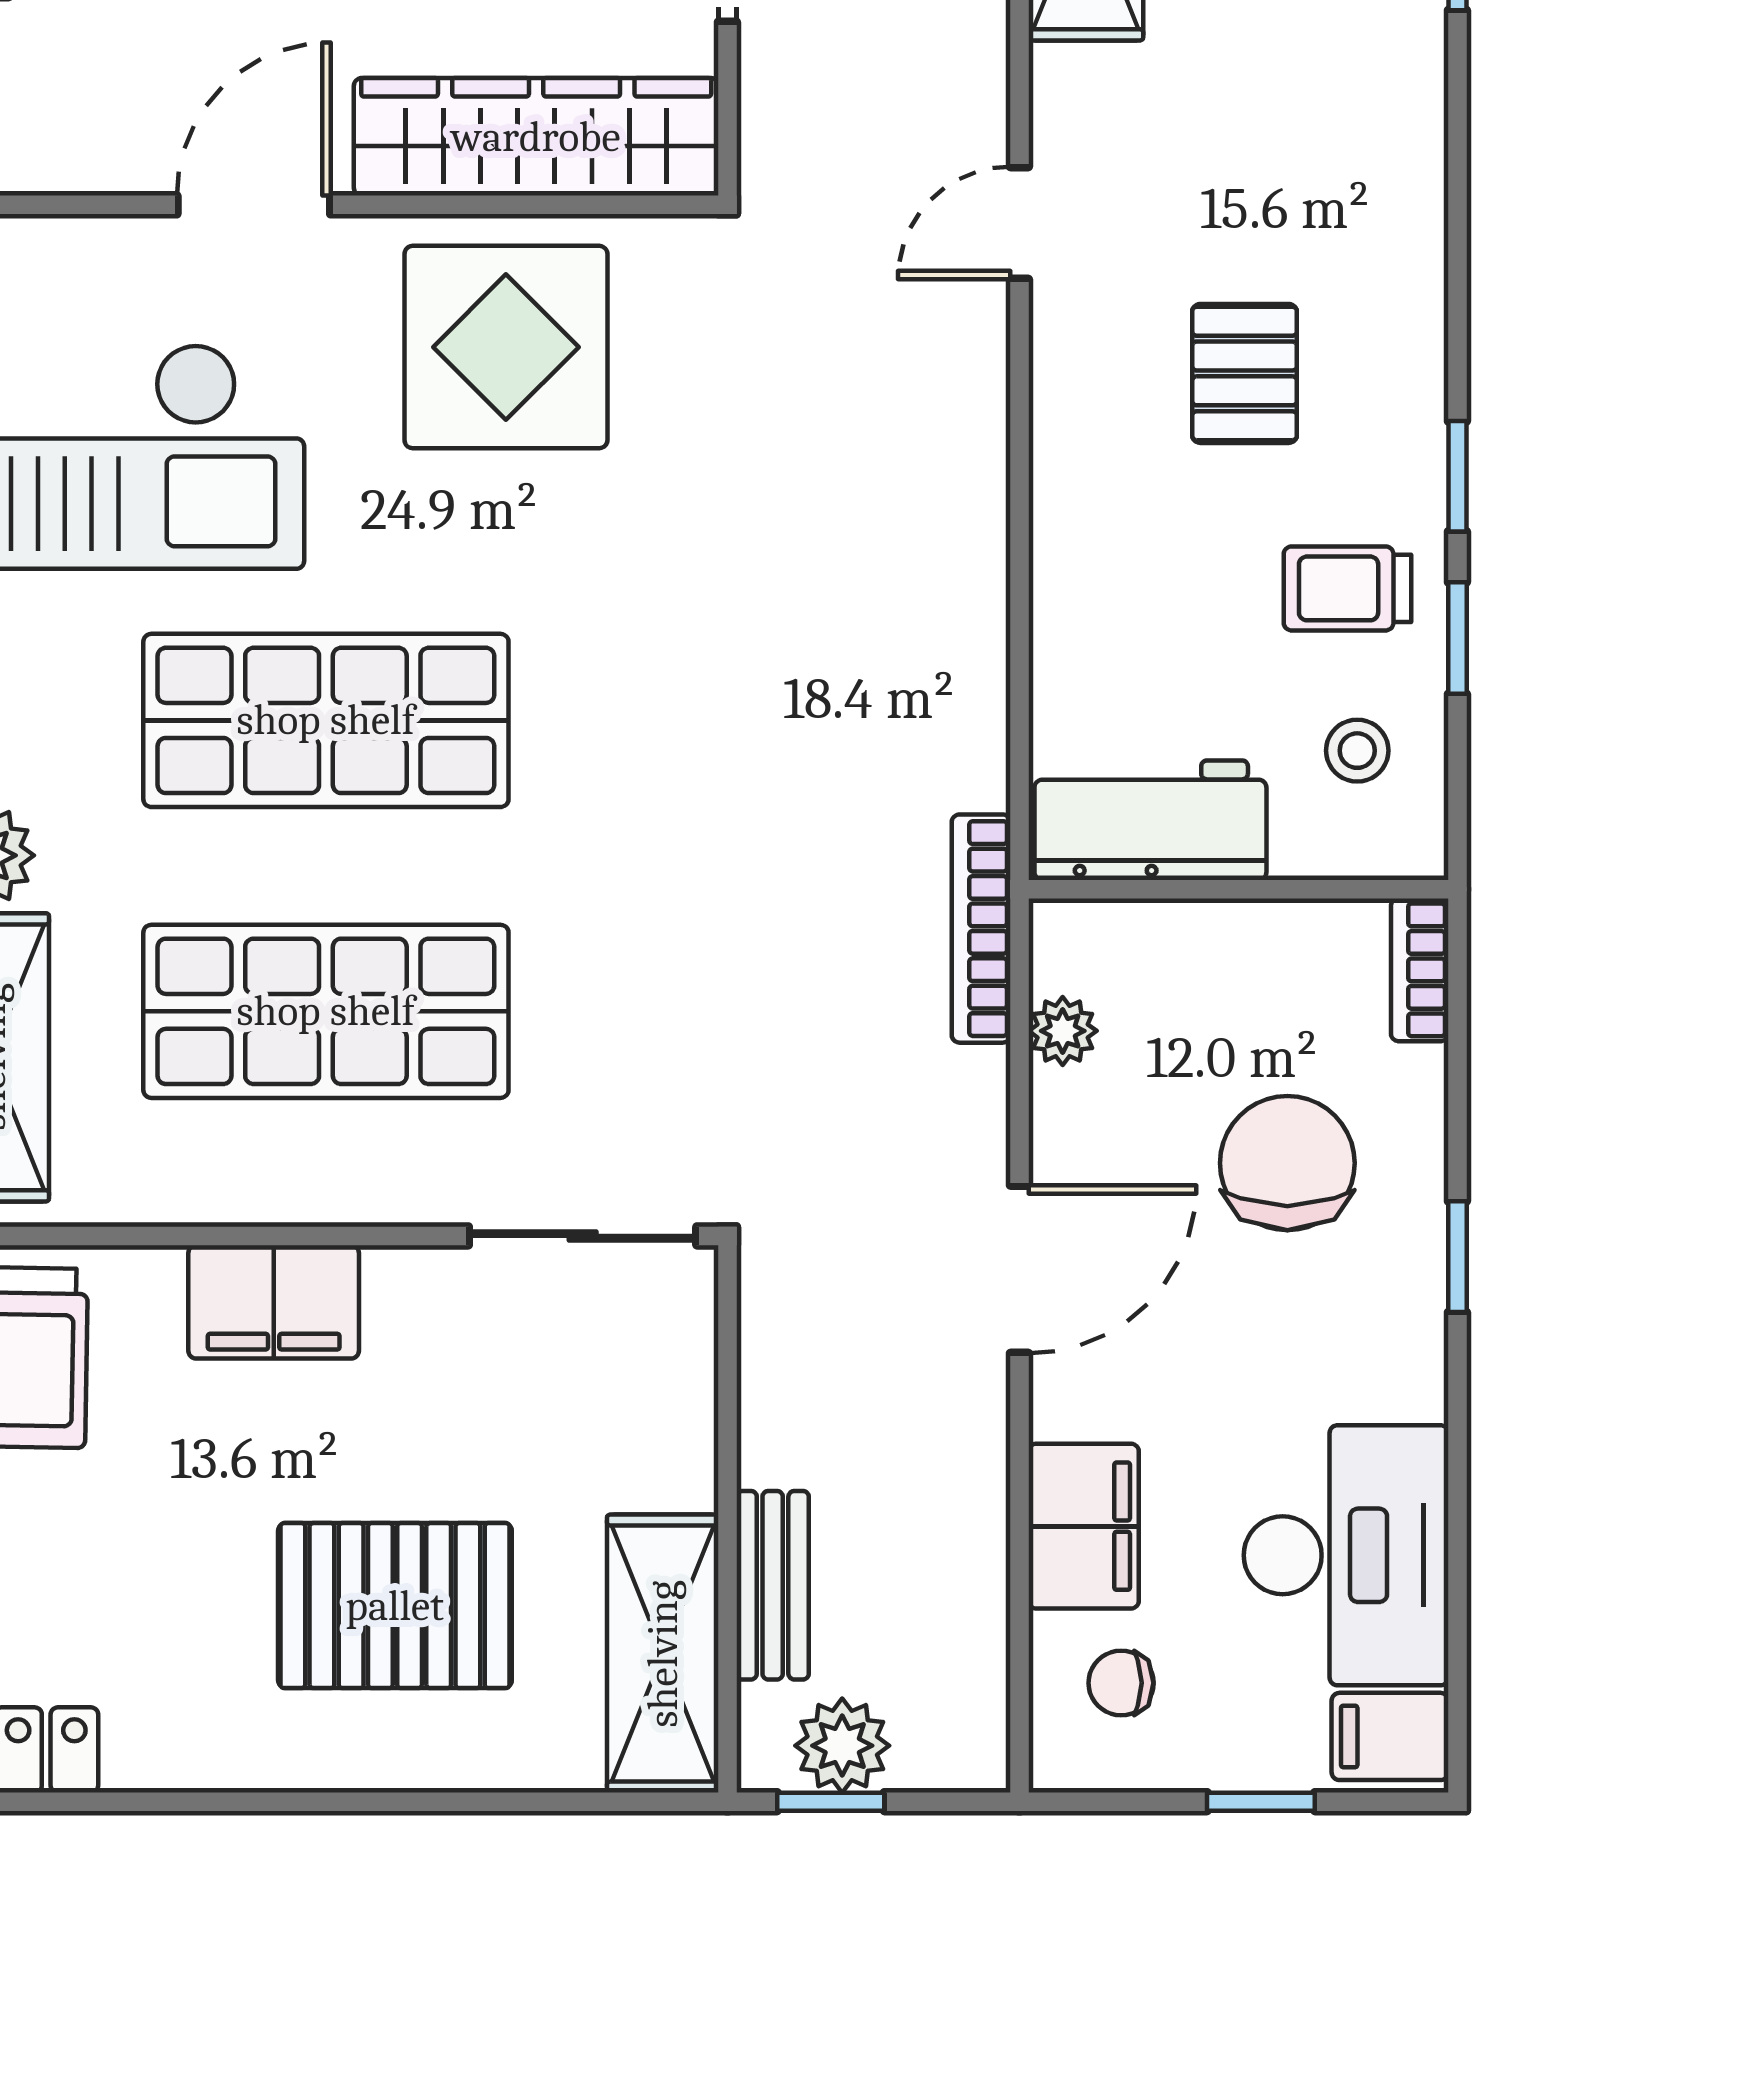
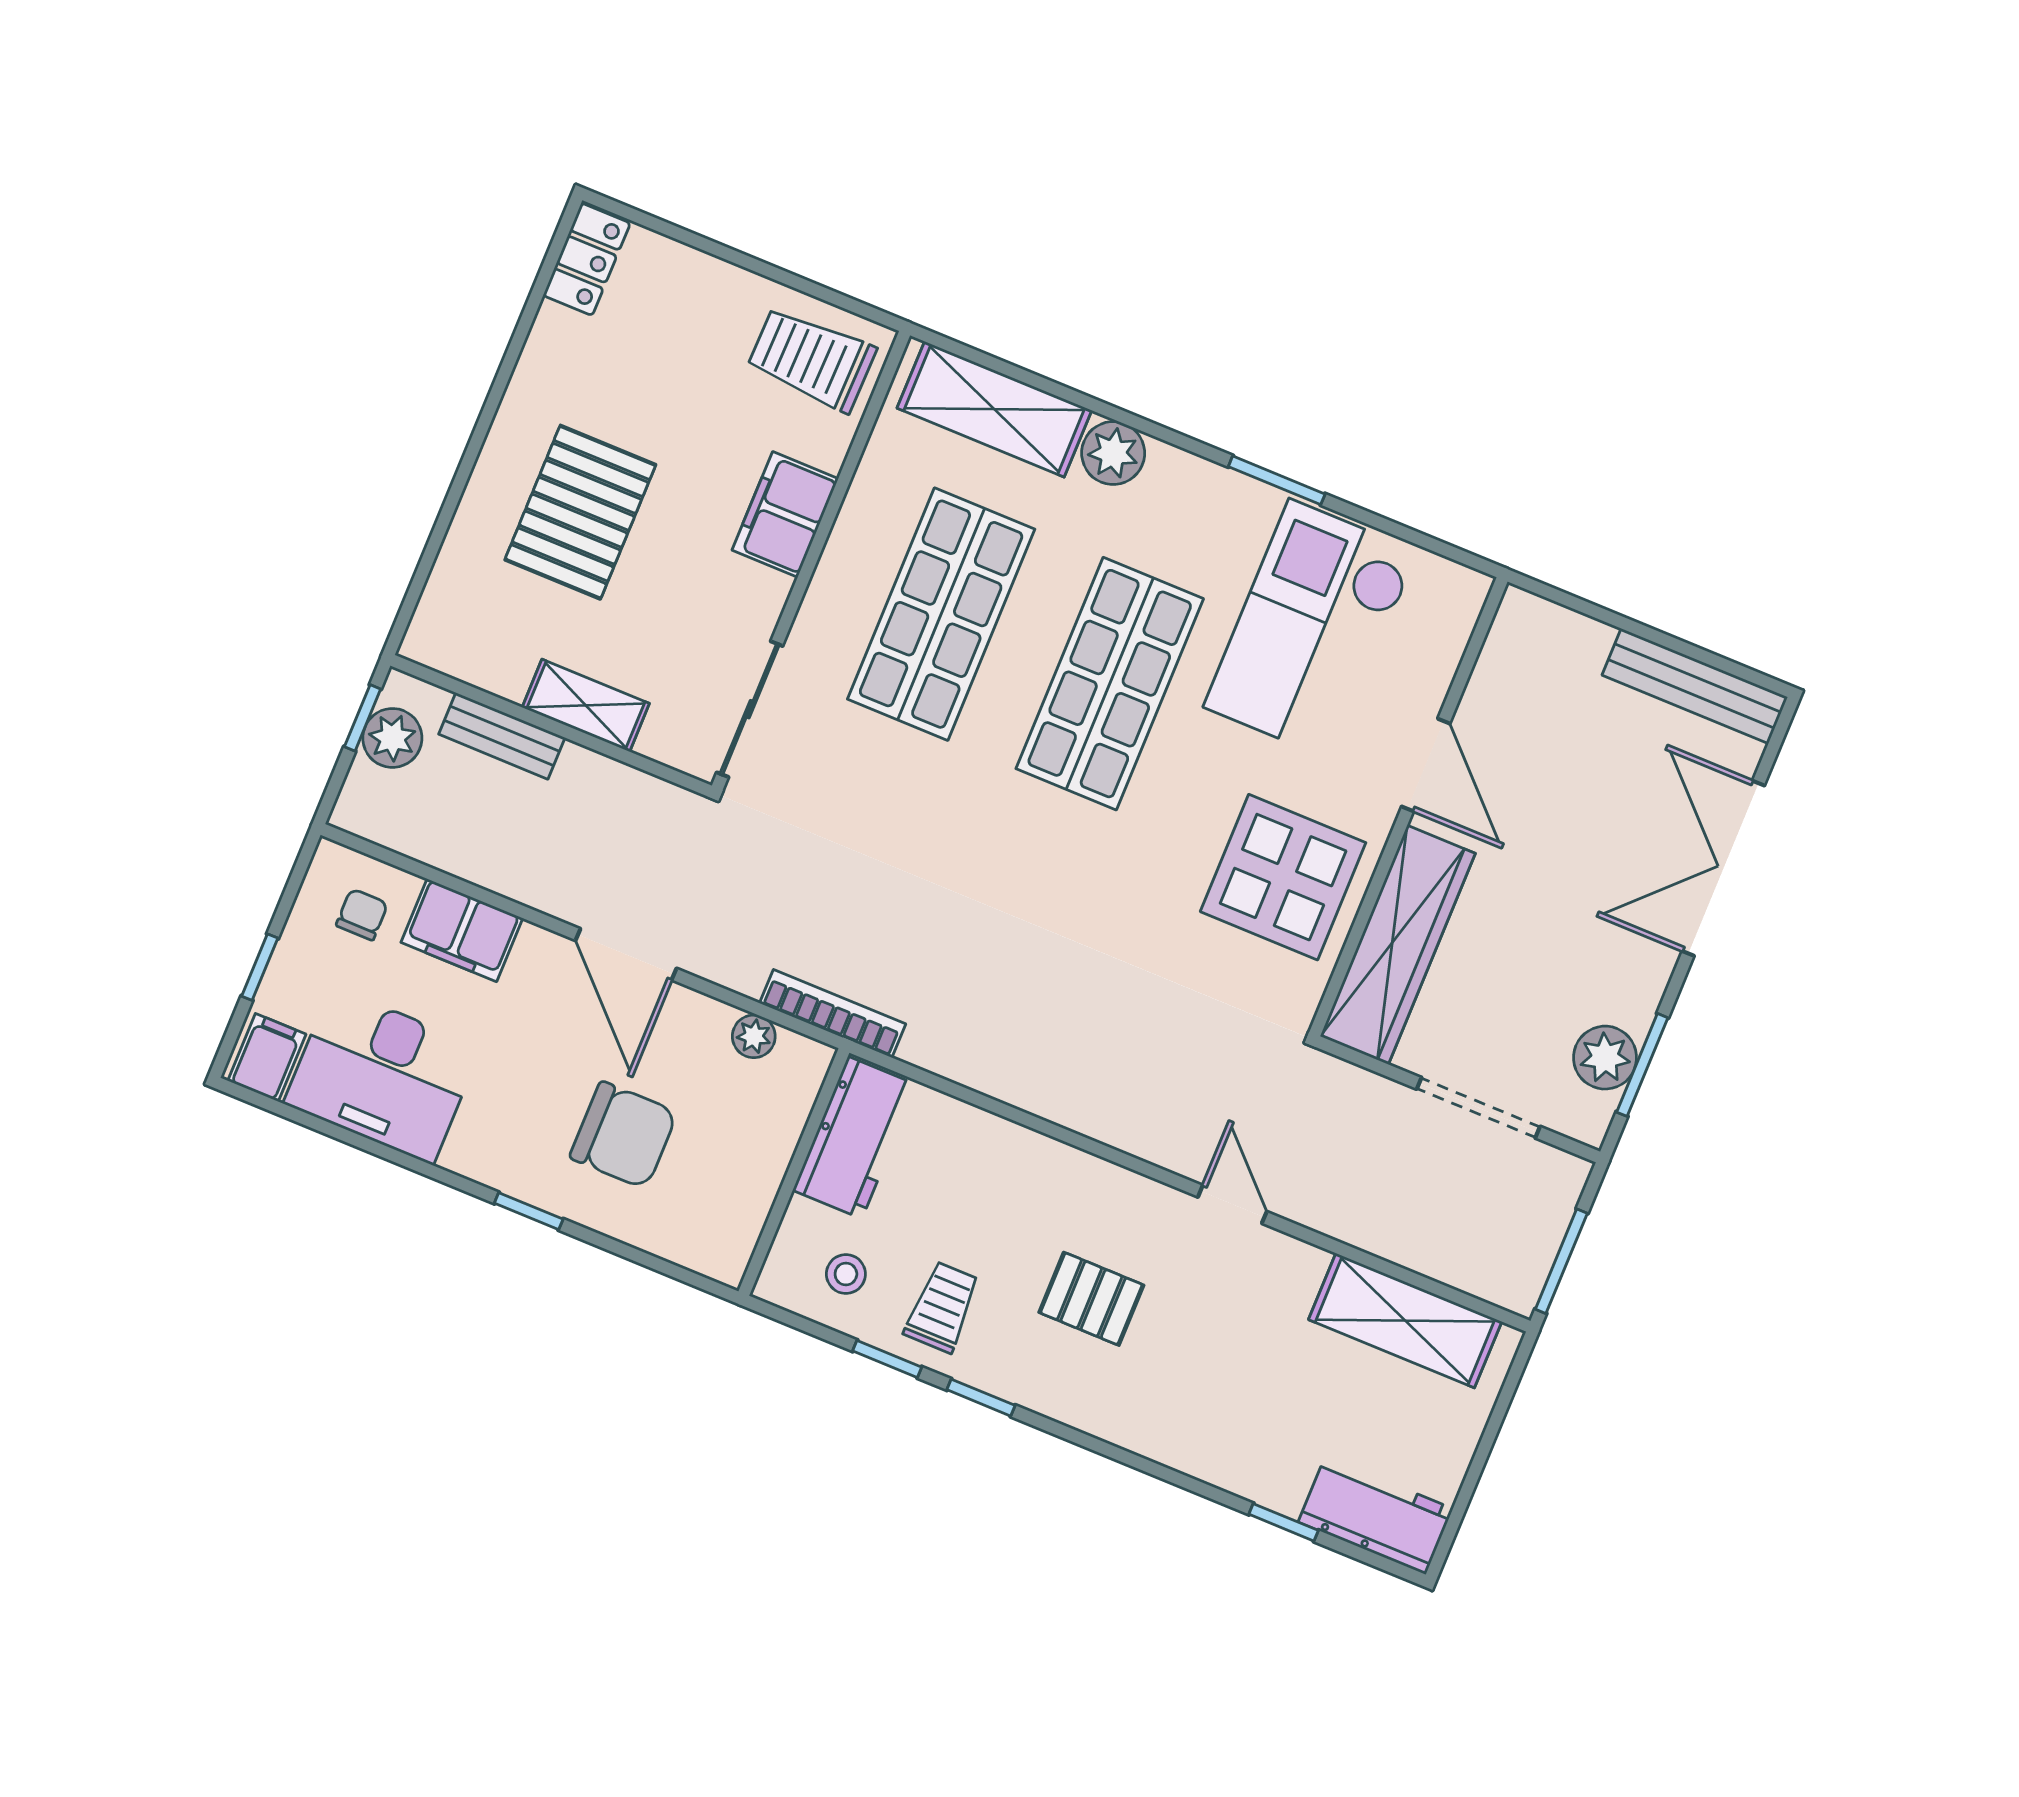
bookcase: (1420, 970) -> (704, 1258), removed
shelving: (663, 1654) -> (586, 705), moved, width x0.67, depth x0.75

